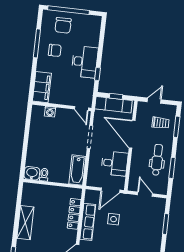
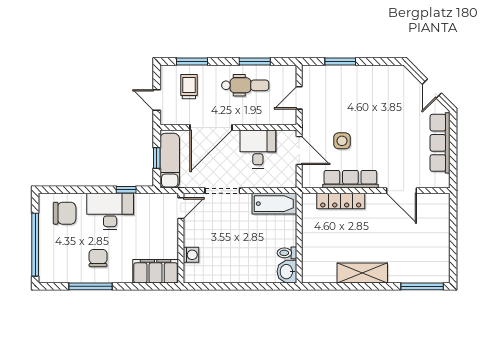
chair: (63, 25) -> (65, 213), moved
dental chair: (157, 160) -> (245, 85), turned 180

